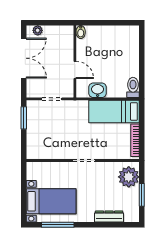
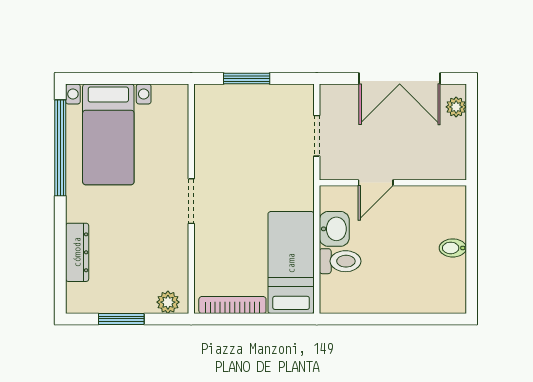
bidet: (81, 32) -> (453, 248), moved
toilet: (133, 87) -> (340, 261), moved
window: (24, 118) -> (247, 79), moved
plant: (129, 177) -> (168, 302), width x0.53, depth x0.53
window: (58, 225) -> (60, 148), width x1.46

